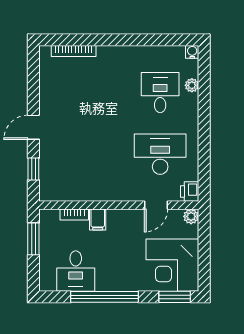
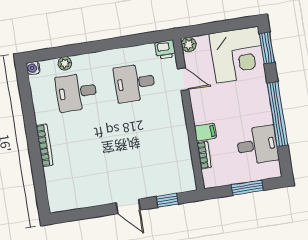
bookcase: (74, 51) -> (45, 145), moved
desk: (160, 154) -> (134, 83), width x0.73
window: (33, 239) -> (247, 188), moved

